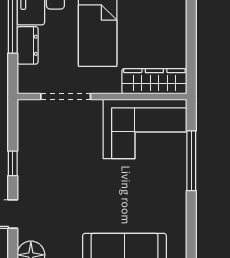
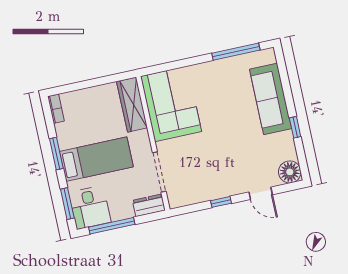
dresser: (28, 45) -> (149, 205), moved
window: (191, 161) -> (236, 52), moved

